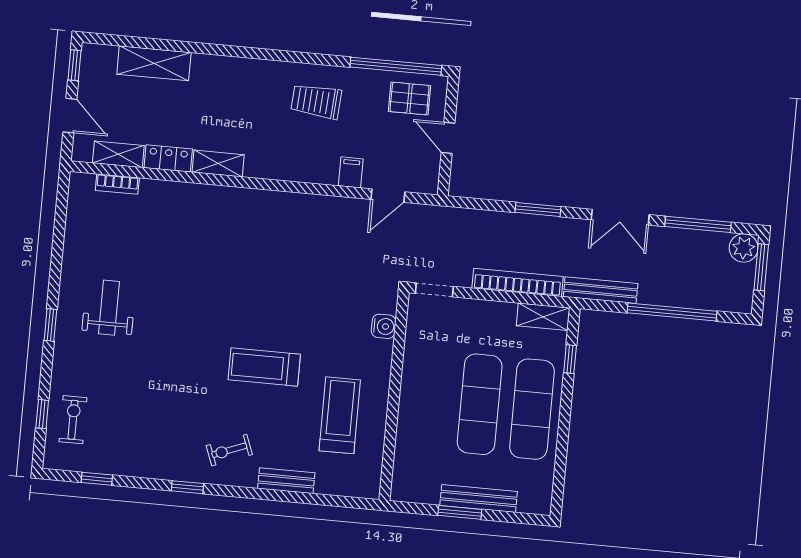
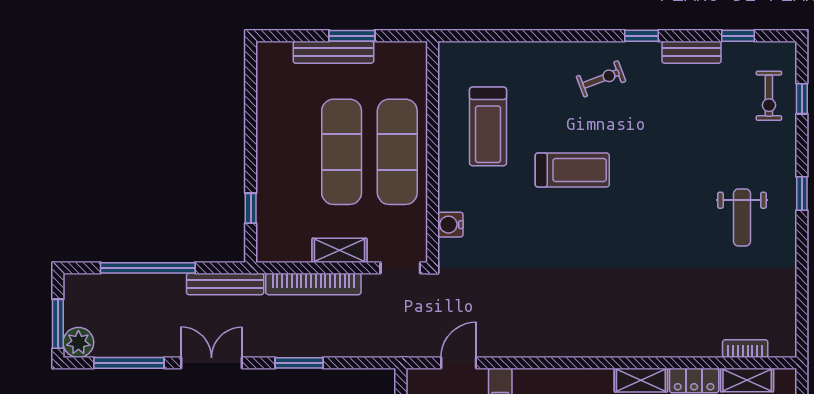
shelving: (543, 317) -> (339, 250), moved
exercise mat: (532, 409) -> (397, 152), moved
bench: (286, 481) -> (692, 52), moved

